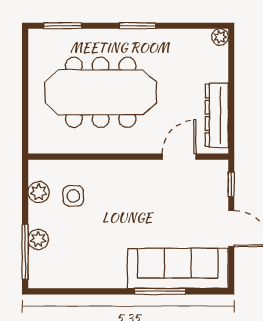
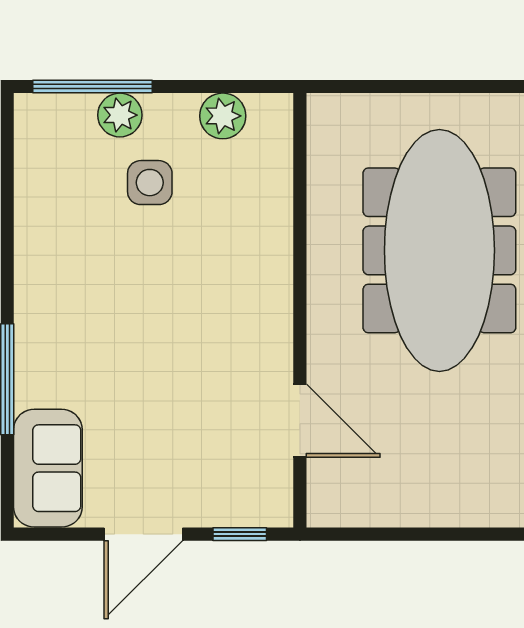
dresser: (217, 115) -> (390, 503), removed
side table: (73, 196) -> (150, 183), moved
sofa: (178, 268) -> (48, 468), width x0.54, depth x0.79

